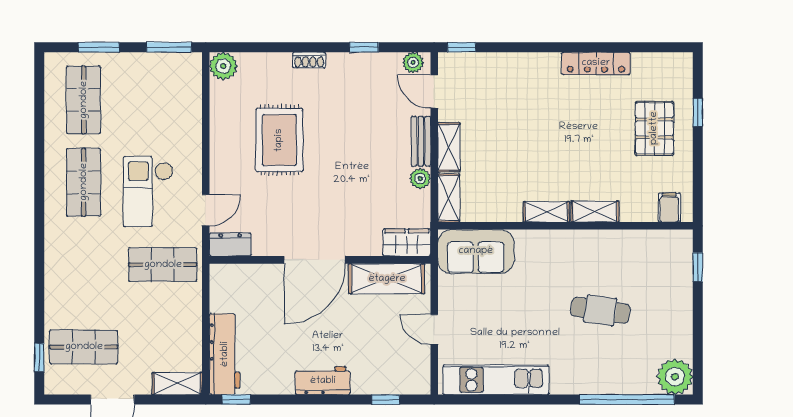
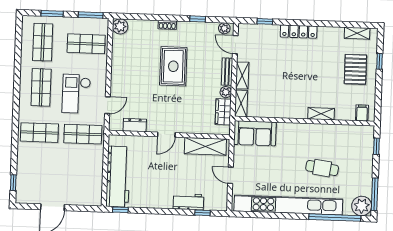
window: (462, 47) -> (265, 21), moved
locker: (596, 63) -> (299, 32), moved
shop shelf: (163, 100) -> (86, 44), added
rug: (279, 140) -> (173, 66), moved
shelving: (546, 212) -> (357, 33), moved
wardrobe: (407, 242) -> (223, 112), moved, turned -90
dresser: (230, 245) -> (135, 125), moved
door: (315, 260) -> (166, 135), width x0.53
shop shelf: (84, 347) -> (39, 133), moved
workbench: (225, 354) -> (118, 177), width x1.36, depth x1.32
window: (698, 354) -> (375, 194), added
kitchen unit: (496, 380) -> (288, 205), width x1.86
workbench: (323, 381) -> (188, 202), moved
shelving: (177, 384) -> (88, 200), removed

